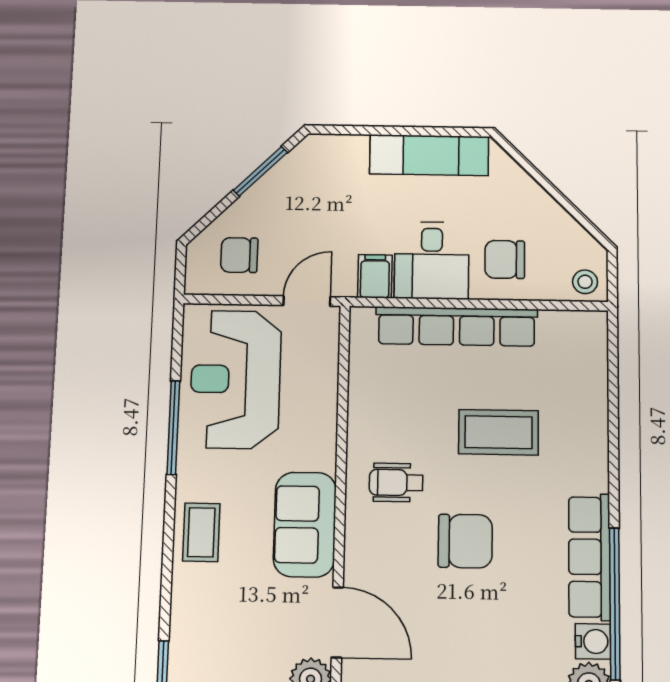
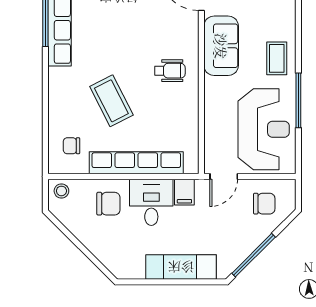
exam couch: (429, 155) -> (181, 267), moved
window: (260, 171) -> (254, 255), width x1.44
coffee table: (499, 432) -> (111, 101), turned 63
coffee table: (201, 532) -> (277, 58), moved
chair: (465, 541) -> (71, 146), moved, width x0.54, depth x0.54

